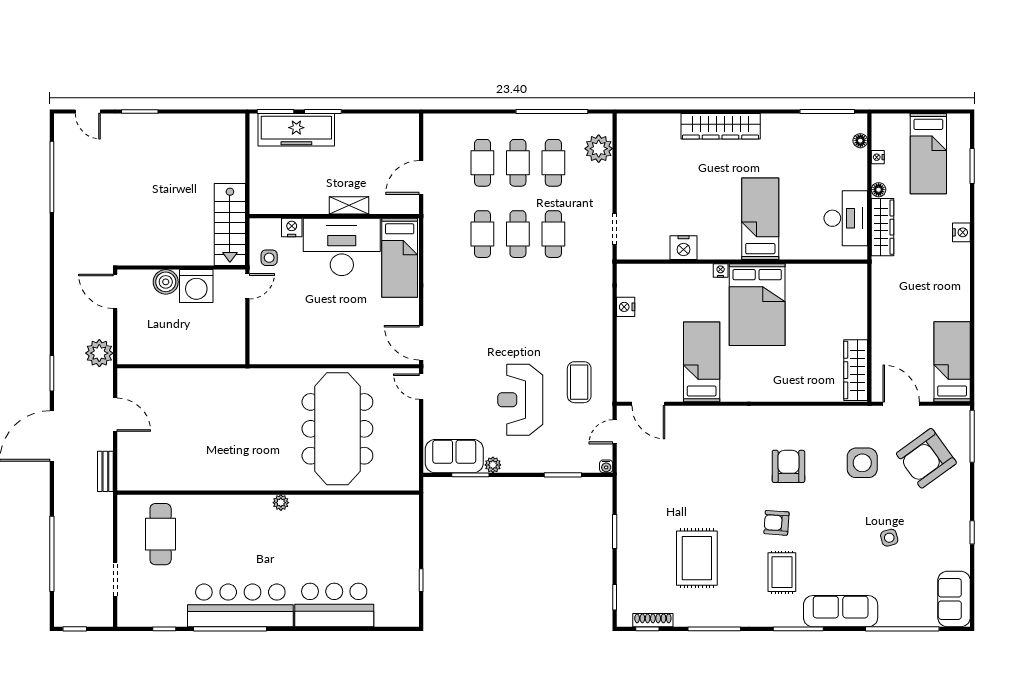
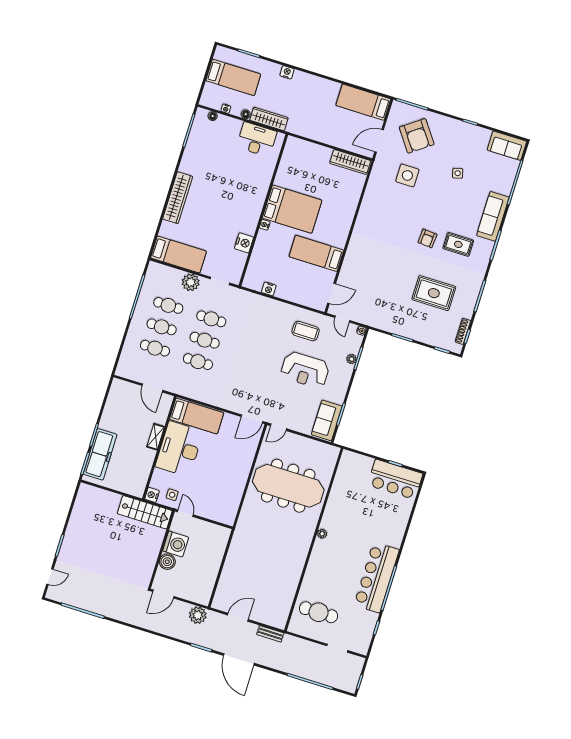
plant: (599, 149) -> (191, 282), moved
bed: (760, 219) -> (179, 255), moved, turned 180
nightstand: (292, 227) -> (152, 495), moved
plant: (493, 465) -> (352, 359), moved
armchair: (788, 466) -> (396, 221), removed
bar counter: (334, 605) -> (395, 479), moved, turned -90

